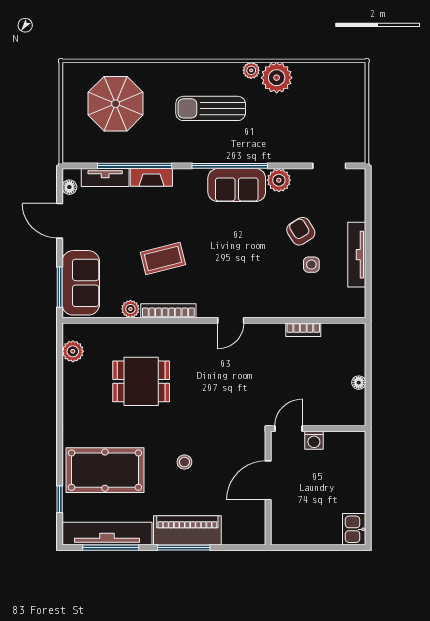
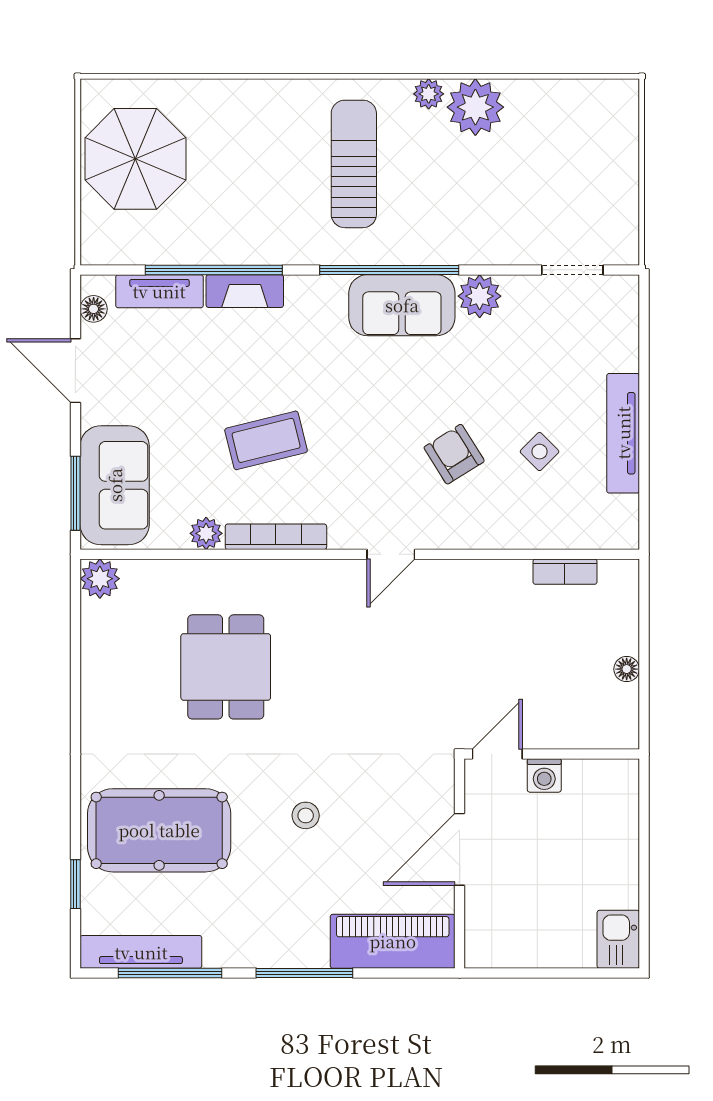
parasol: (116, 104) -> (135, 159), moved
sun lounger: (211, 108) -> (354, 164), turned 90
armchair: (301, 231) -> (454, 454), moved
side table: (311, 265) -> (540, 452), turned 45
bookcase: (303, 330) -> (565, 572), moved
plant: (73, 351) -> (100, 579), moved
dining table: (141, 381) -> (226, 667), turned 90
piano: (187, 530) -> (393, 941), moved
tv unit: (107, 534) -> (141, 952), width x0.73, depth x0.78

